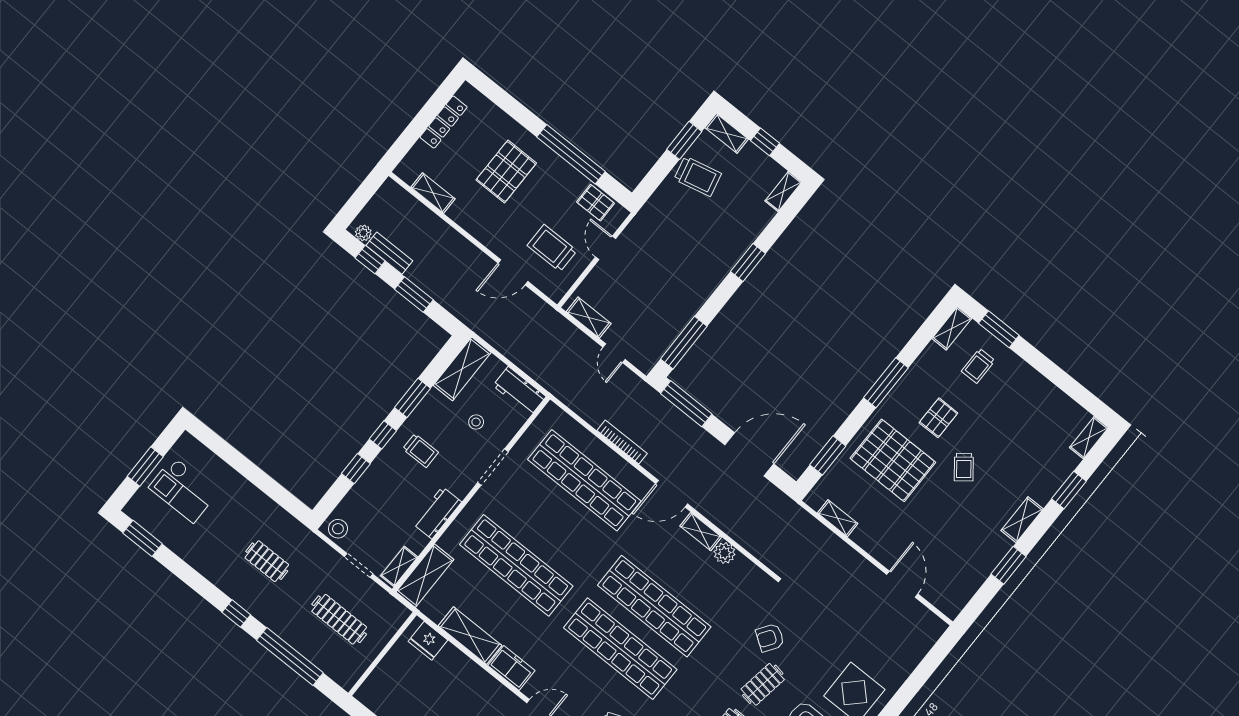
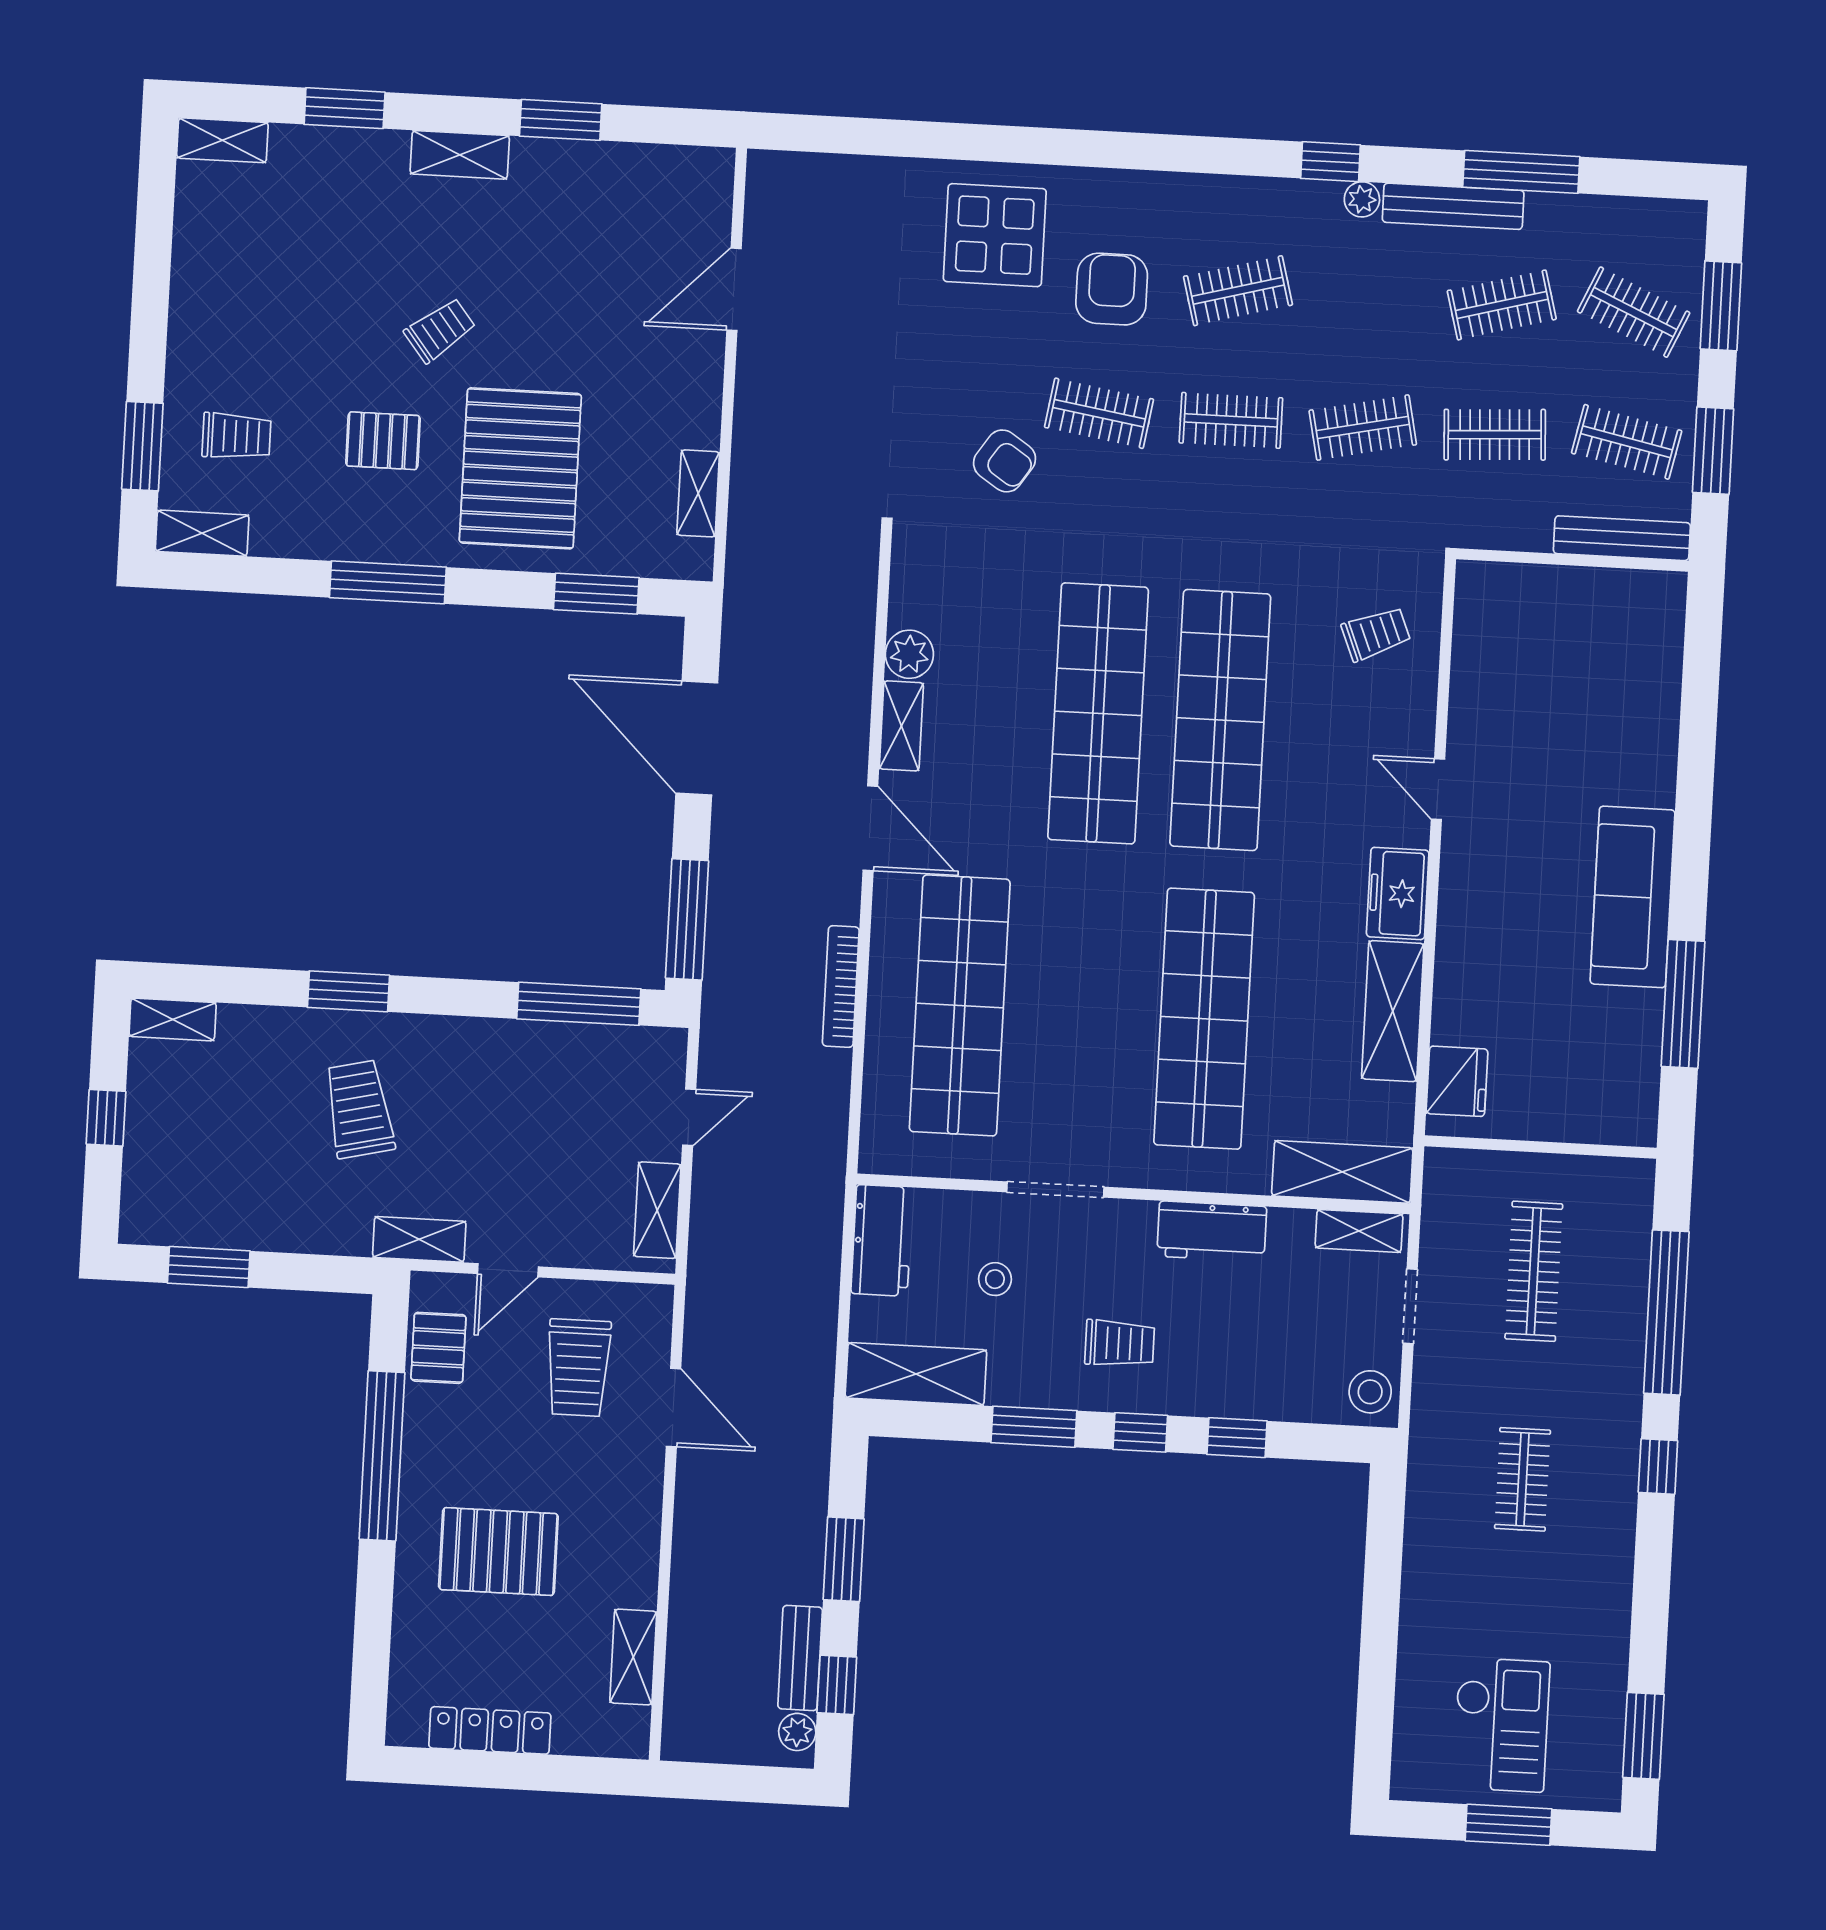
shelving: (727, 133) -> (419, 1239), moved, turned 90
trolley: (698, 176) -> (359, 1109), moved
trolley: (420, 451) -> (1120, 1343), turned 90

